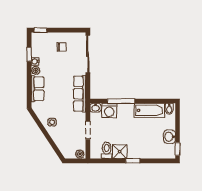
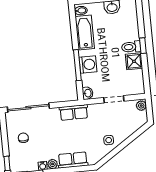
row of seats: (80, 94) -> (74, 112), width x0.68
washing machine: (109, 111) -> (88, 64), moved
toilet: (107, 150) -> (131, 47), moved

